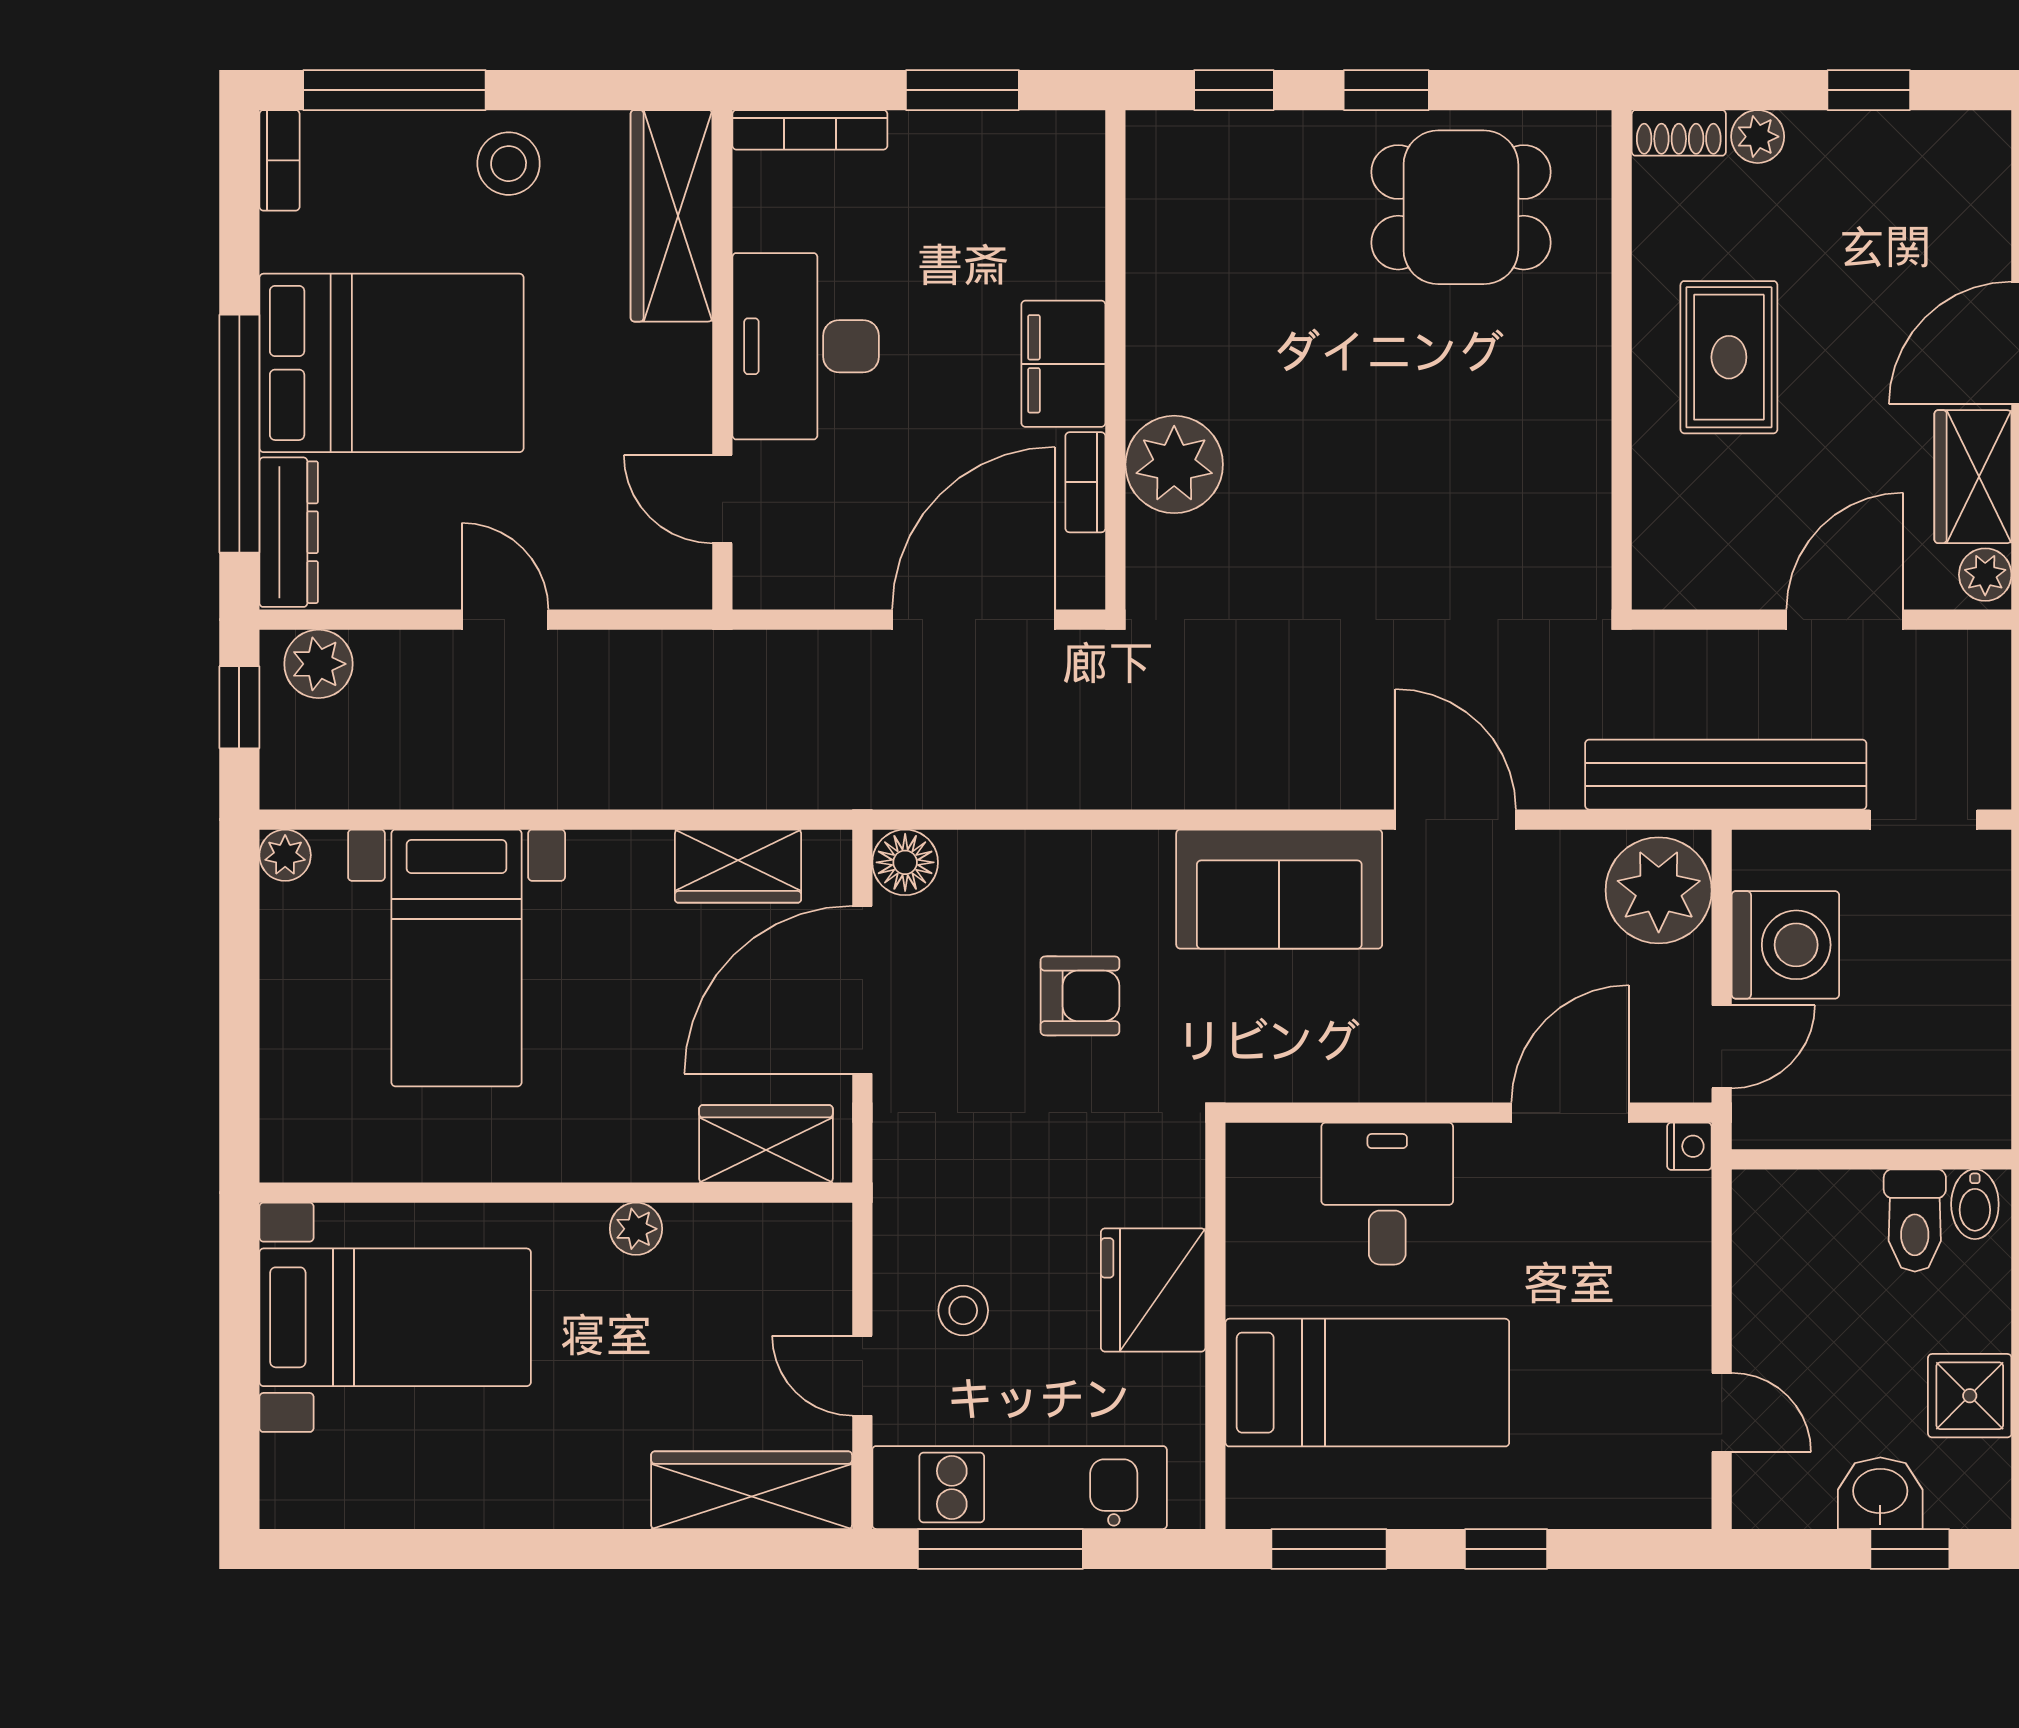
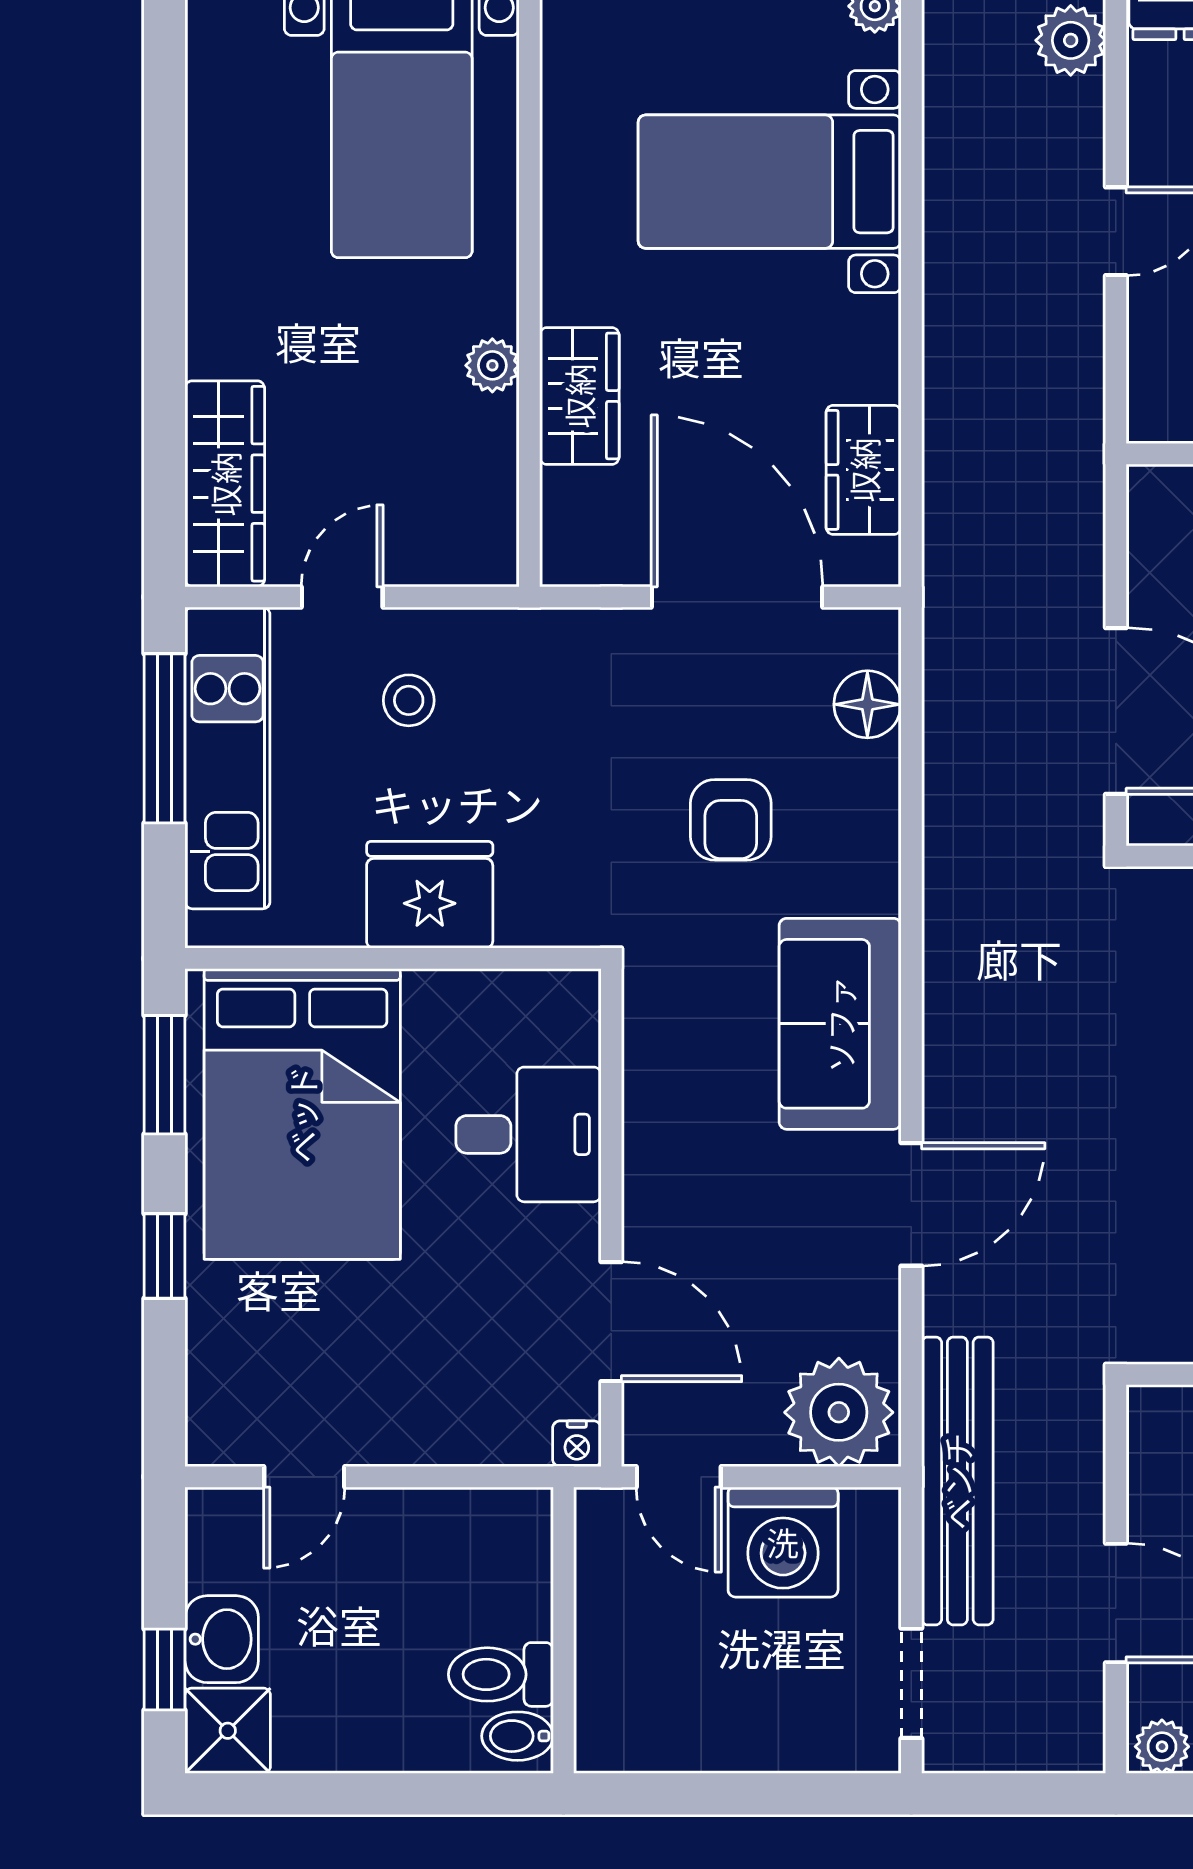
floor lamp: (905, 862) -> (867, 704), moved
wardrobe: (766, 1144) -> (579, 396), moved
bed: (1367, 1383) -> (302, 1114), width x1.50
shower: (1970, 1396) -> (228, 1731), moved

